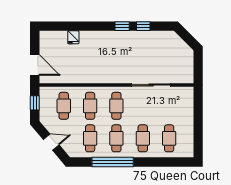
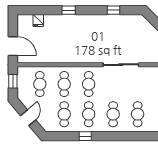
window: (122, 26) -> (69, 10), moved
fridge: (73, 37) -> (38, 20), moved
door: (51, 142) -> (28, 118), hinge flipped
window: (113, 162) -> (85, 136), width x0.32

